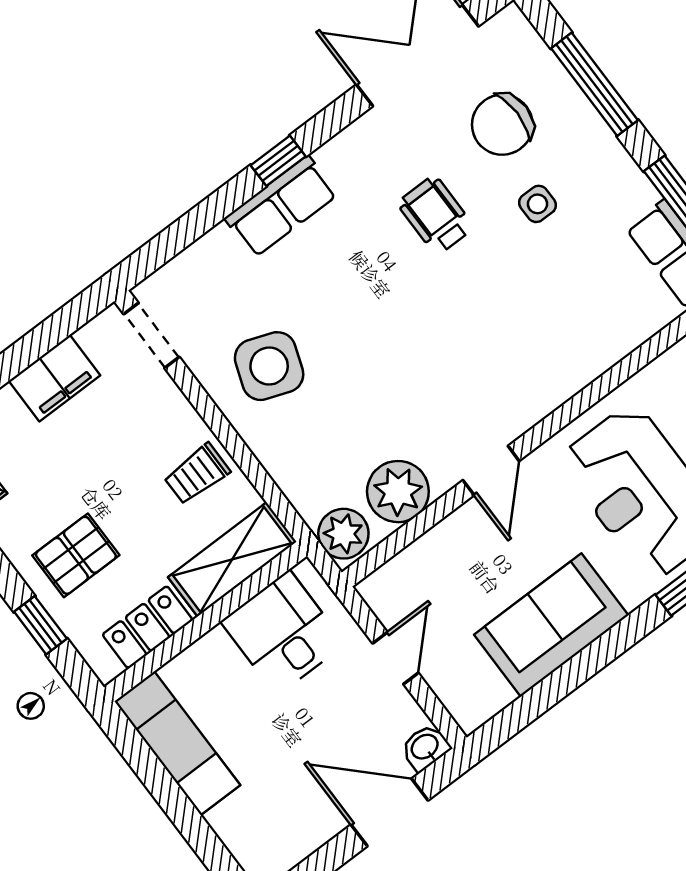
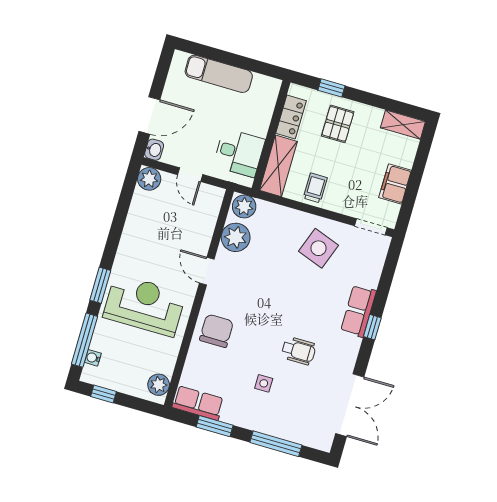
chair: (502, 125) -> (217, 331), moved
sofa: (551, 625) -> (141, 230), removed
plant: (471, 703) -> (149, 179), added
exam couch: (177, 743) -> (219, 74), moved

